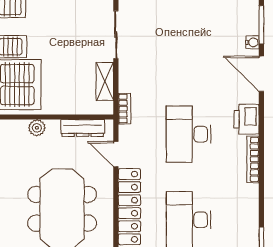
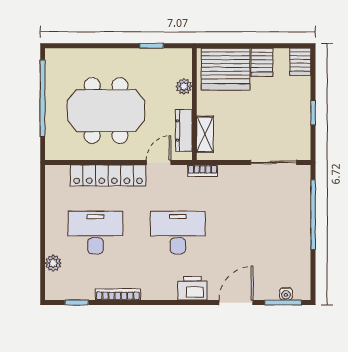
water cooler: (252, 42) -> (286, 294), moved
shelving: (105, 81) -> (205, 134), moved, turned 90
bookcase: (253, 159) -> (118, 294), moved

